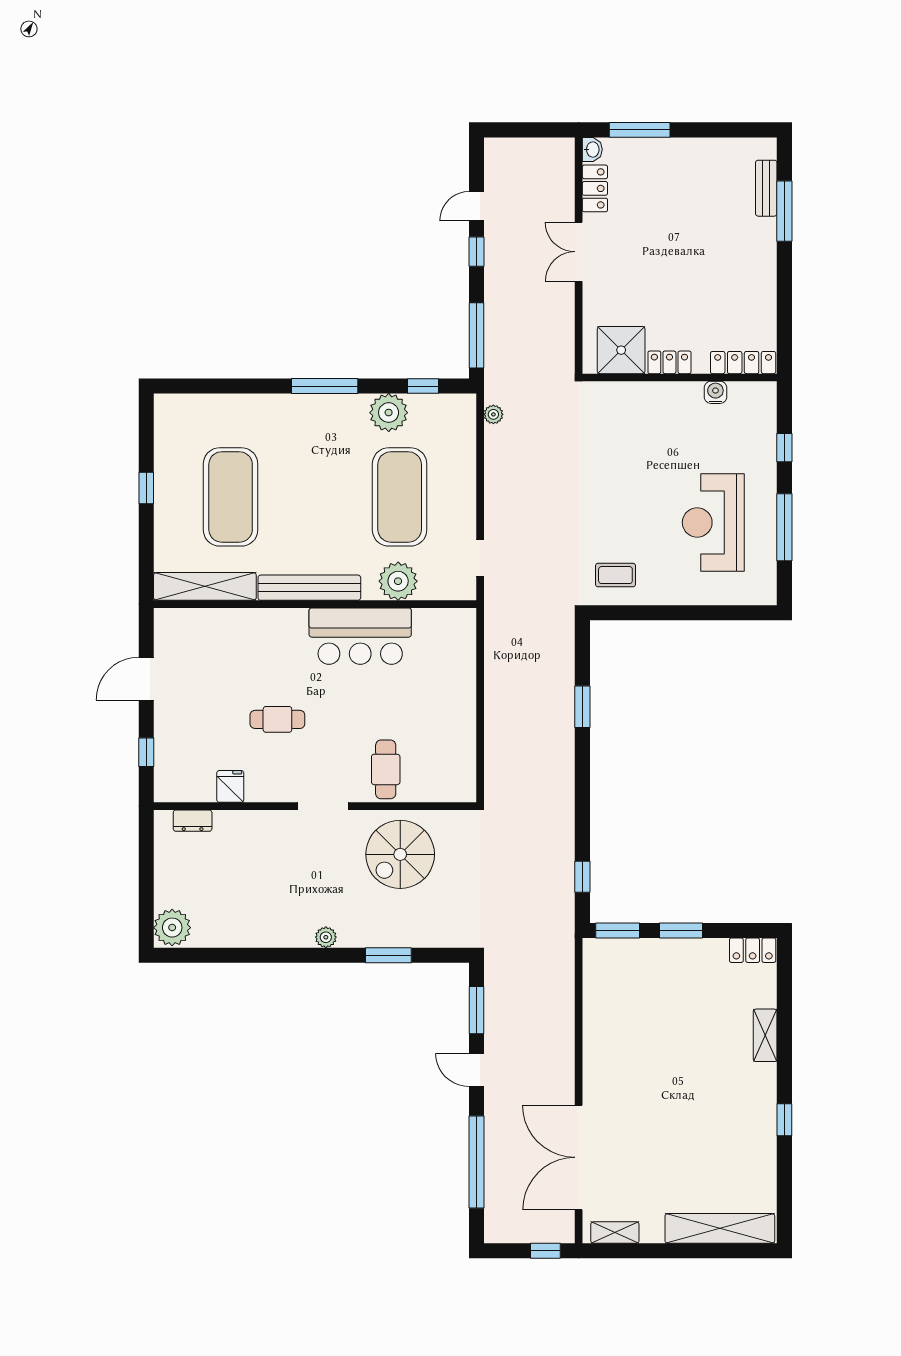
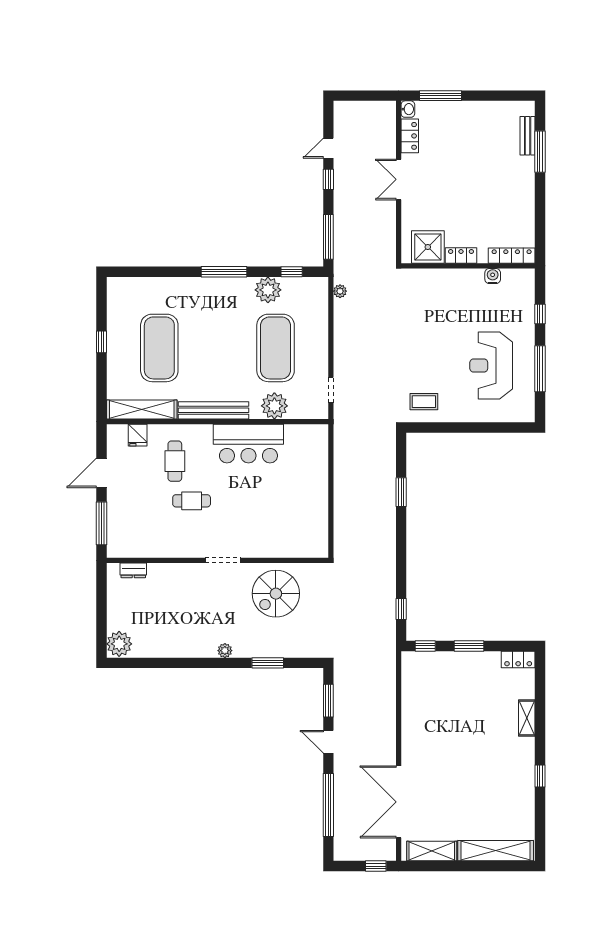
window: (146, 752) -> (101, 523), width x2.17
cafe table: (386, 769) -> (175, 461), moved
fridge: (230, 786) -> (138, 435), moved, turned 180
window: (618, 931) -> (425, 646), width x0.67
shelving: (615, 1233) -> (432, 851), width x1.50, depth x1.33

